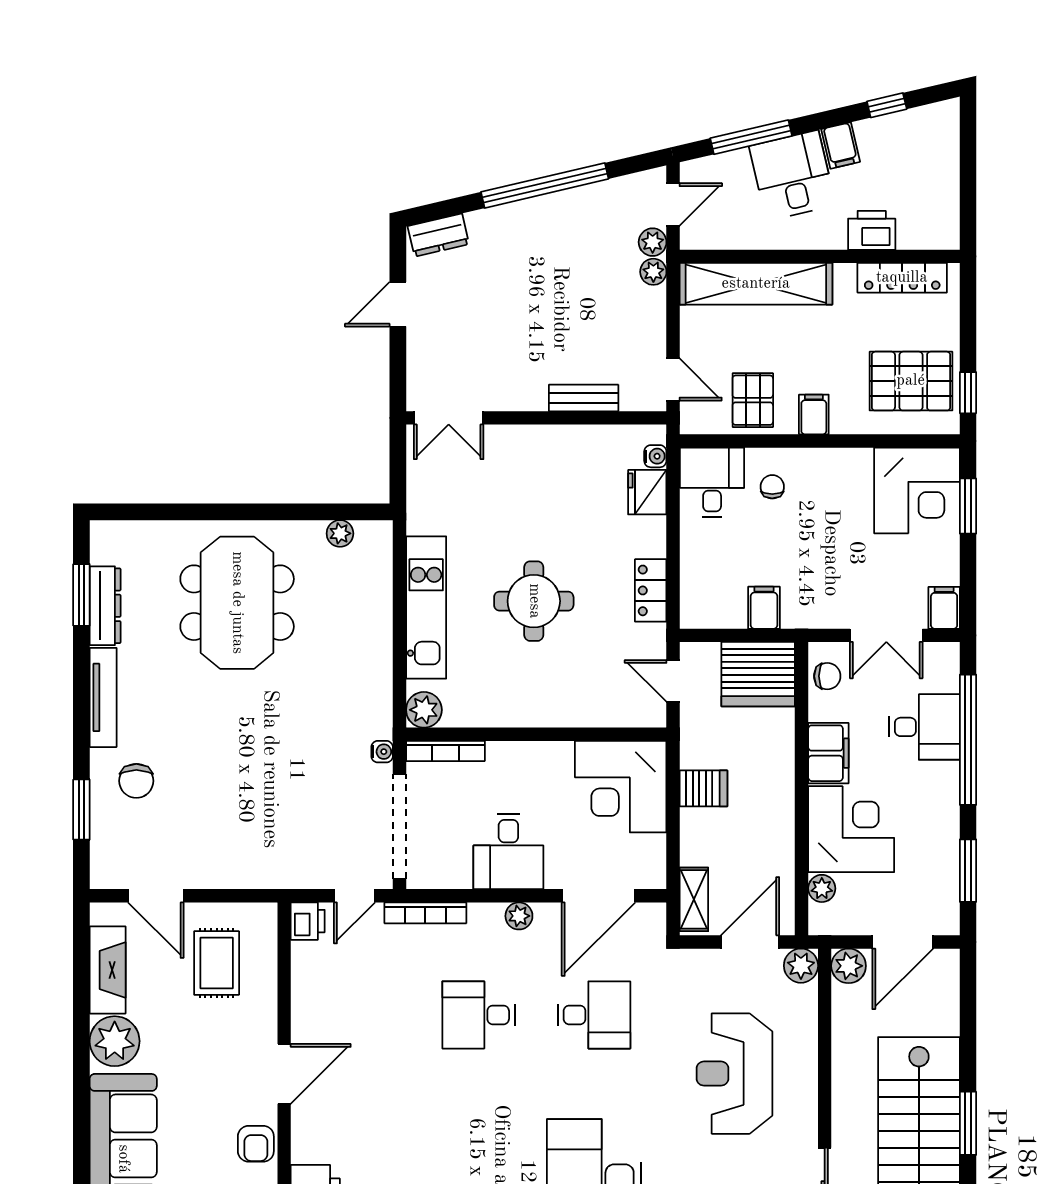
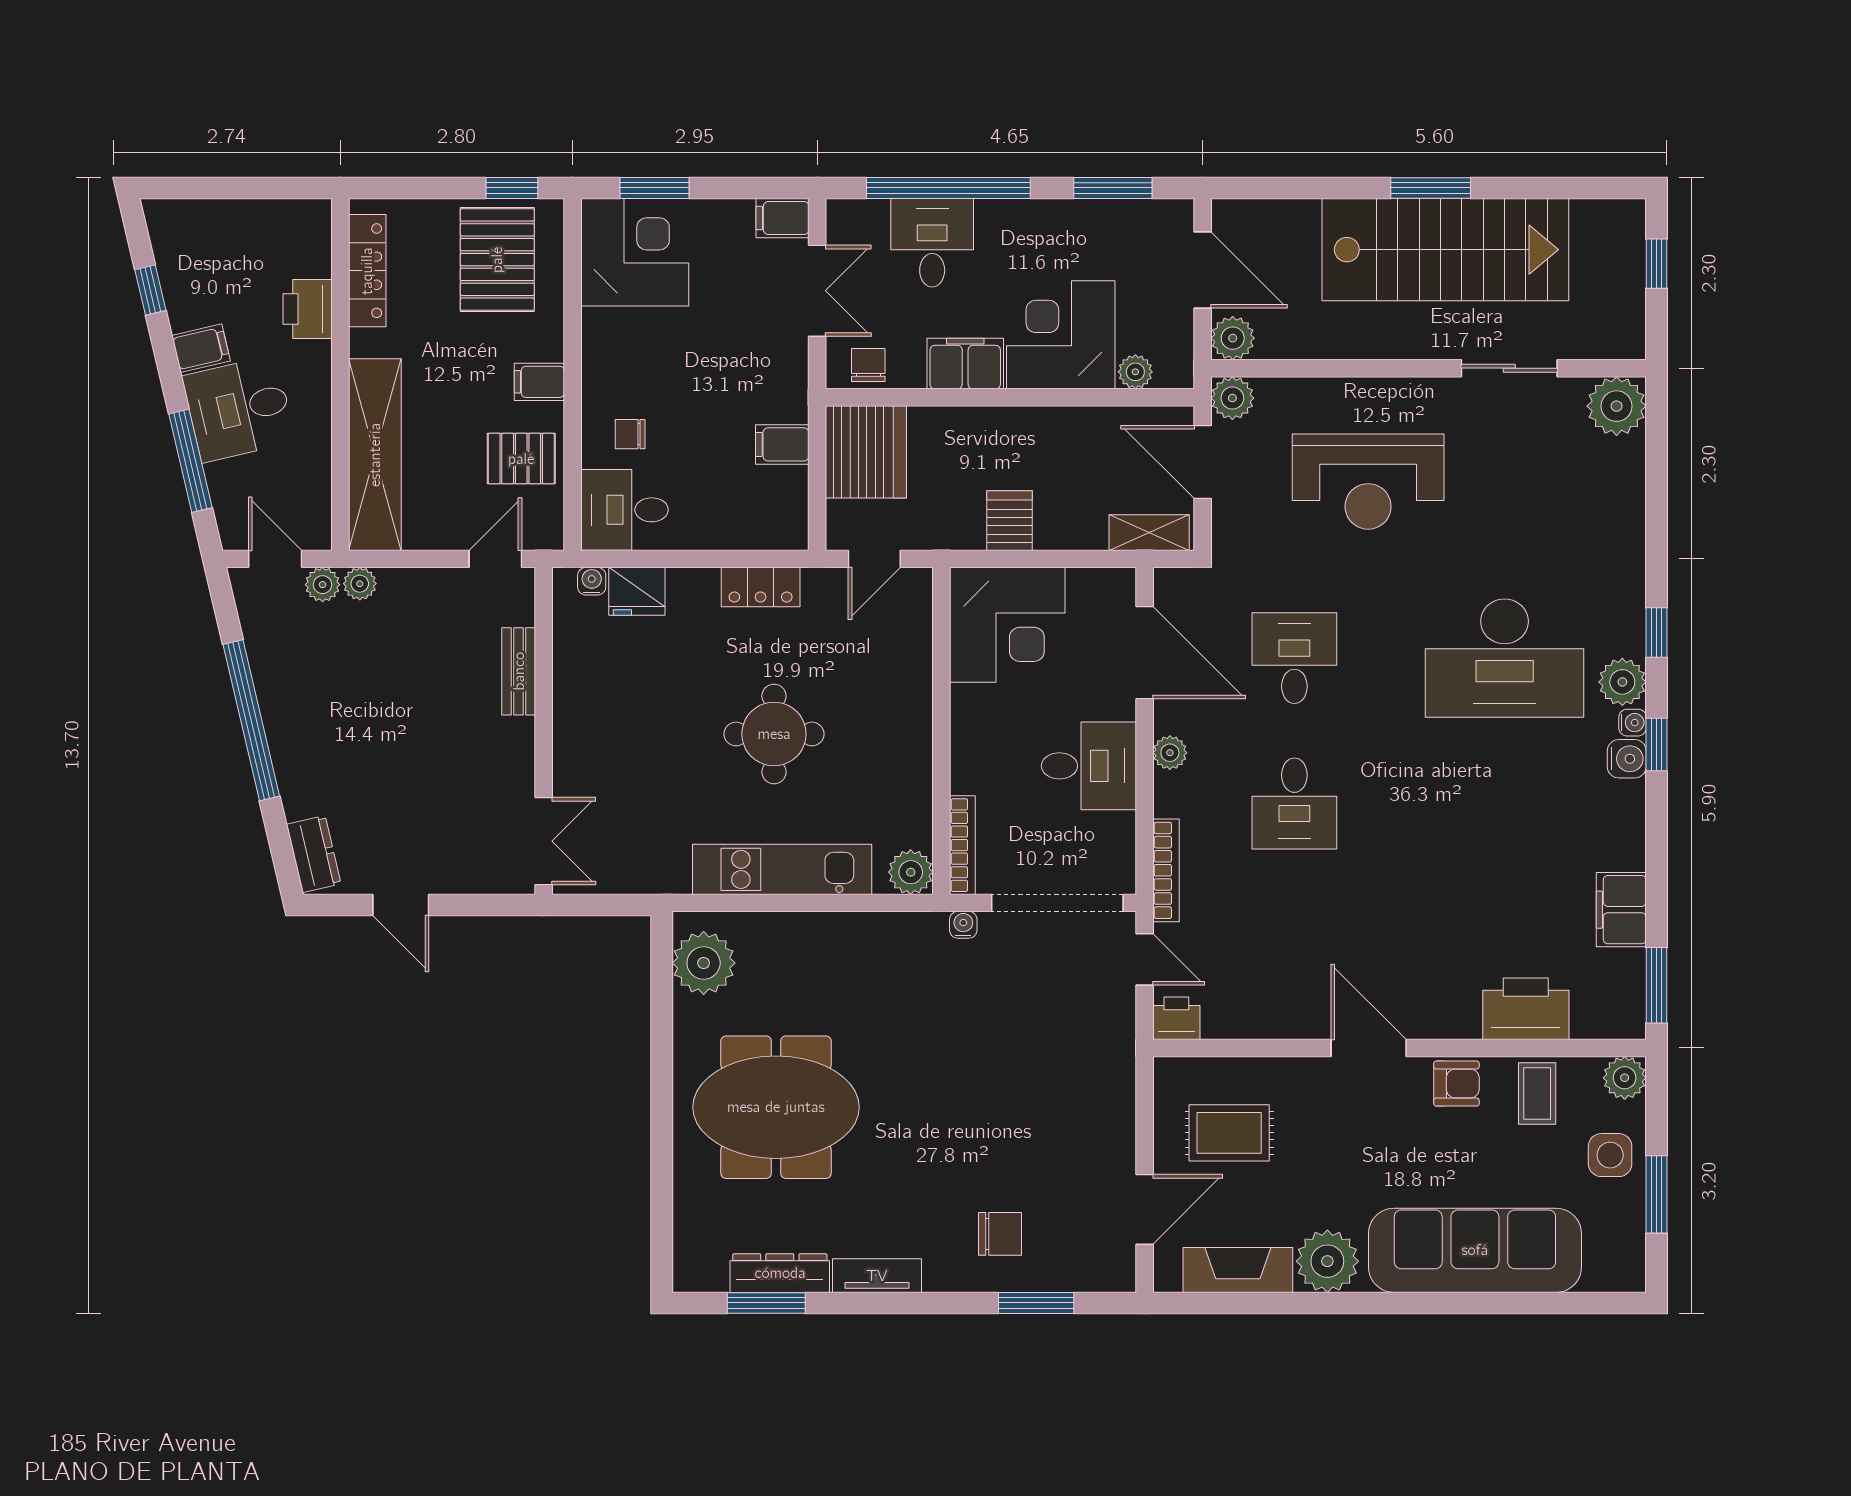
plant: (340, 533) -> (704, 963), width x1.88, depth x1.88
tv unit: (103, 697) -> (877, 1276), width x0.71

